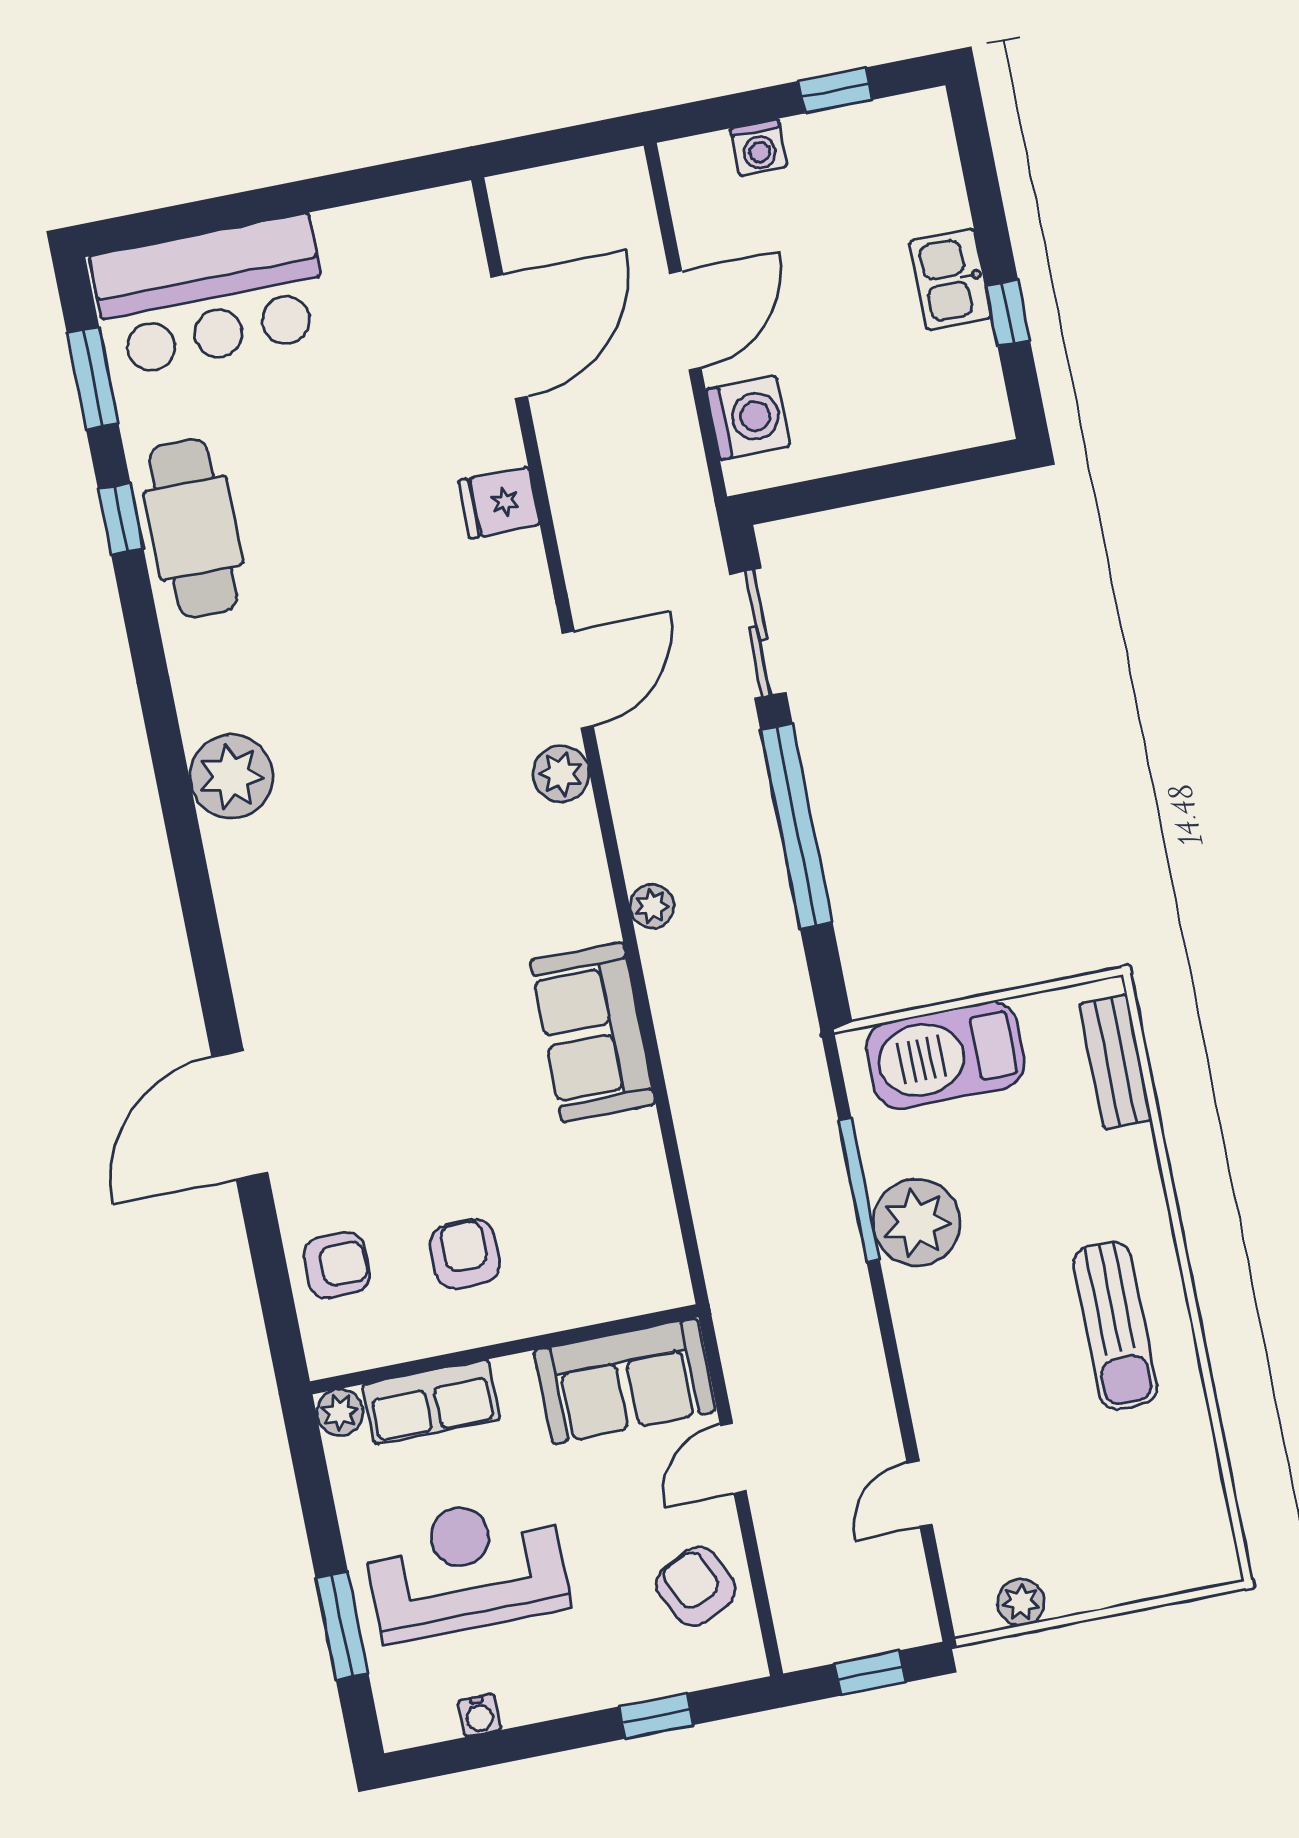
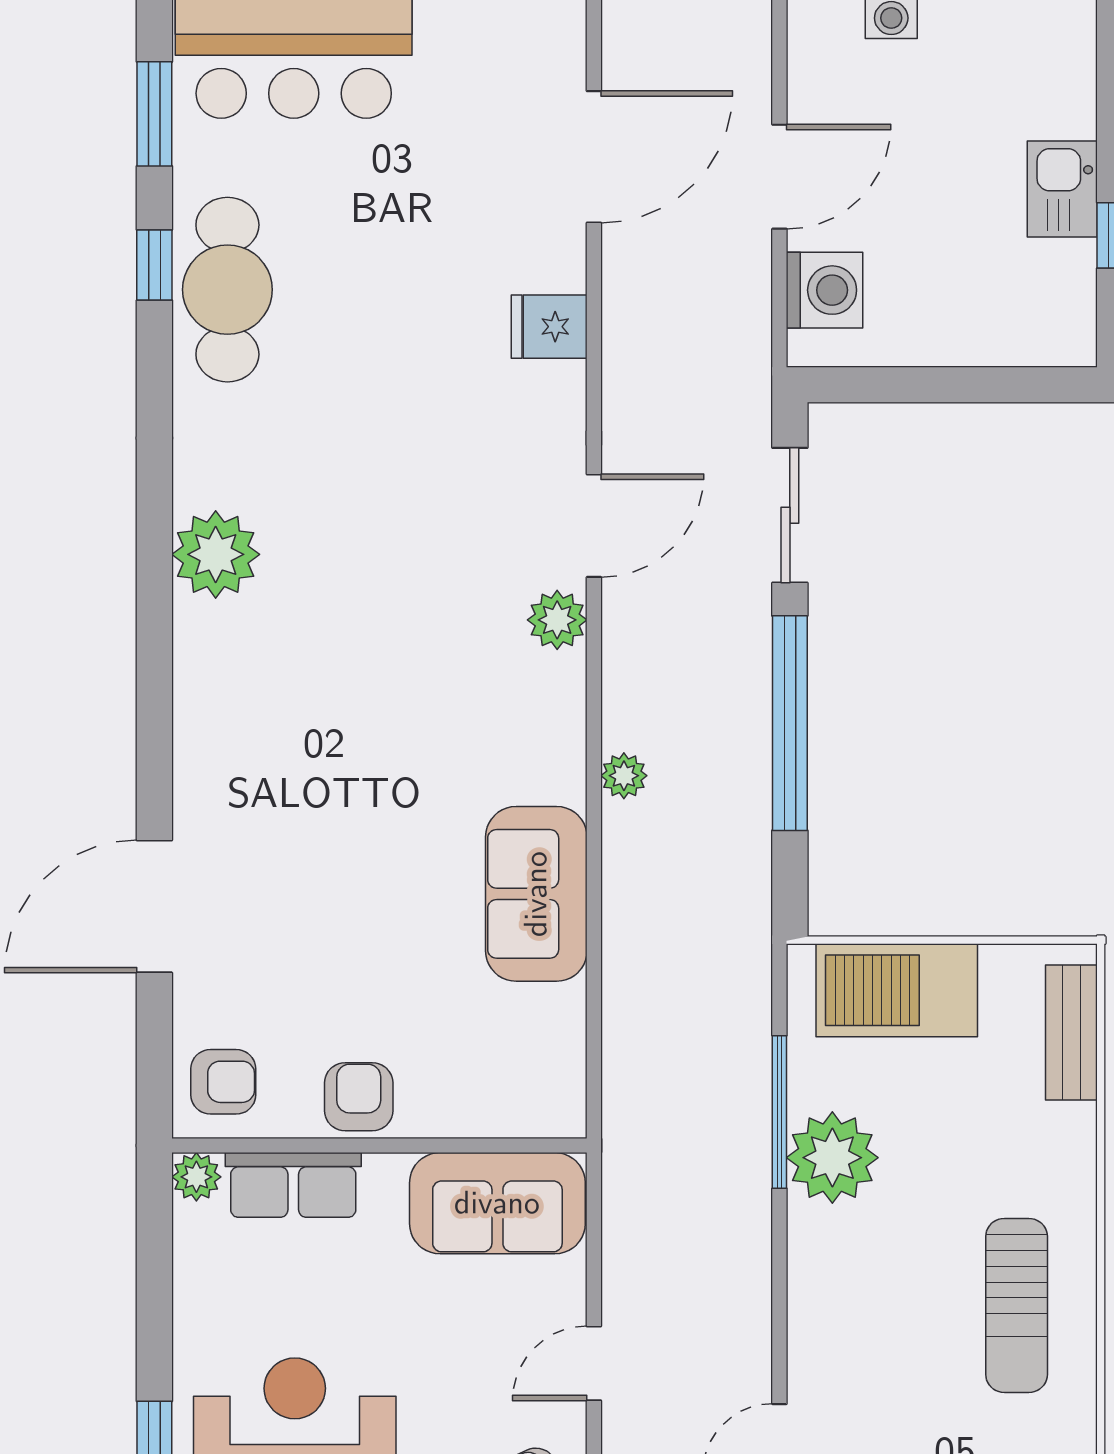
wall: (504, 1349) -> (379, 1145), moved
sofa: (625, 1381) -> (497, 1203), moved
row of seats: (431, 1402) -> (293, 1185), moved
plant: (340, 1412) -> (196, 1177), moved

